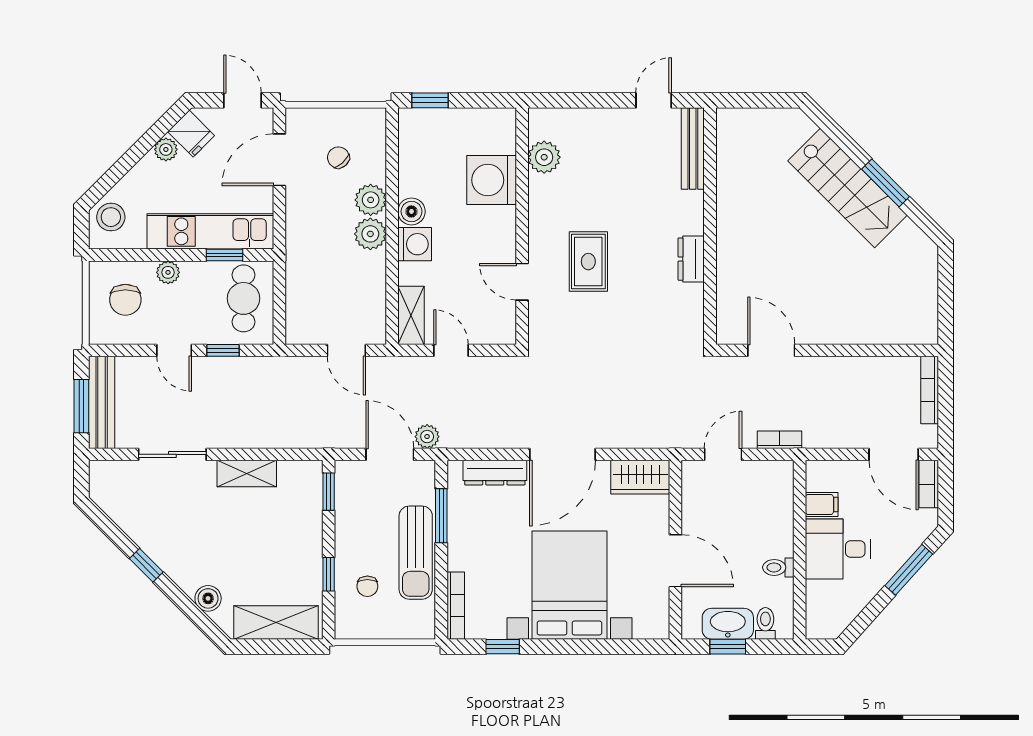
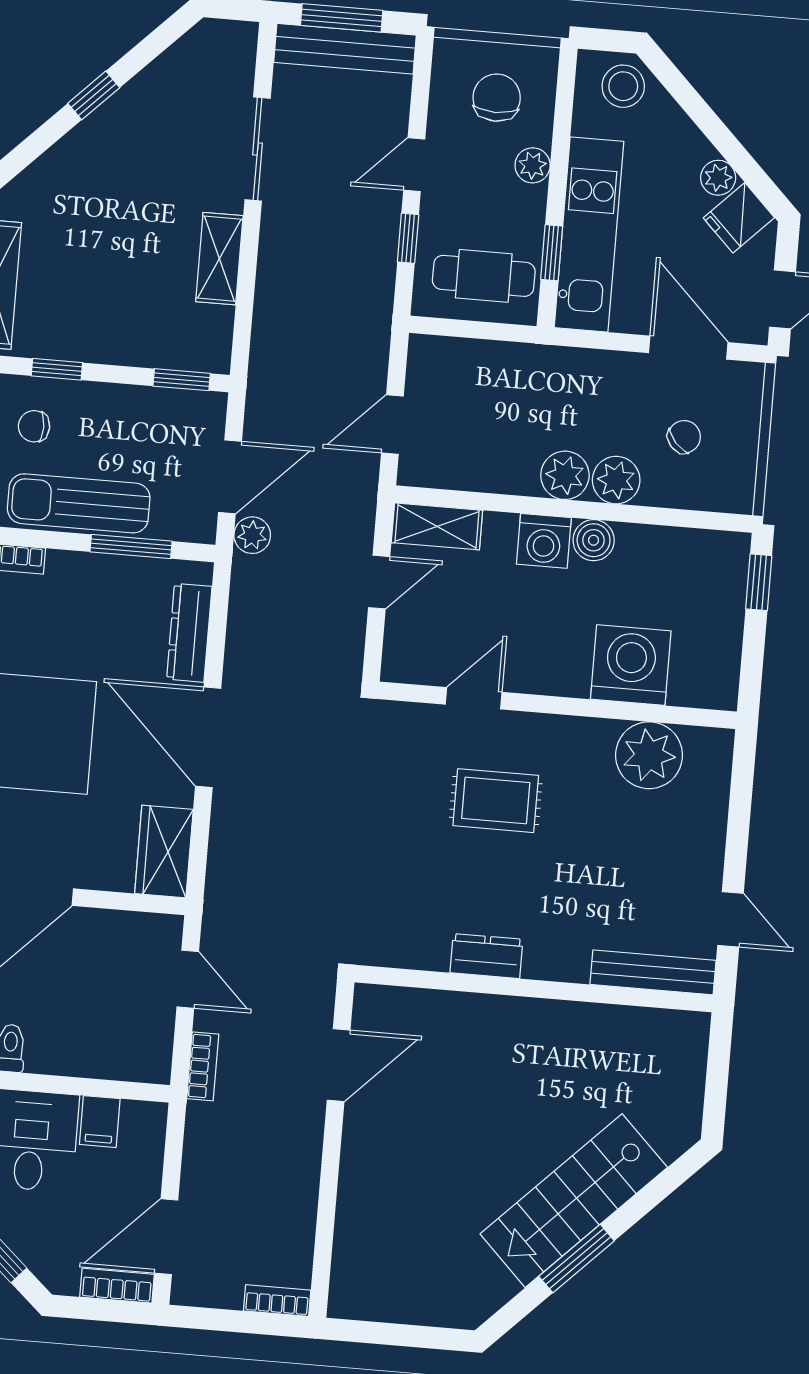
plant: (544, 157) -> (649, 755), width x1.36, depth x1.36
chair: (125, 300) -> (497, 98), turned 90
bookcase: (930, 390) -> (277, 1300), width x0.64
boiler: (208, 598) -> (36, 184), removed

